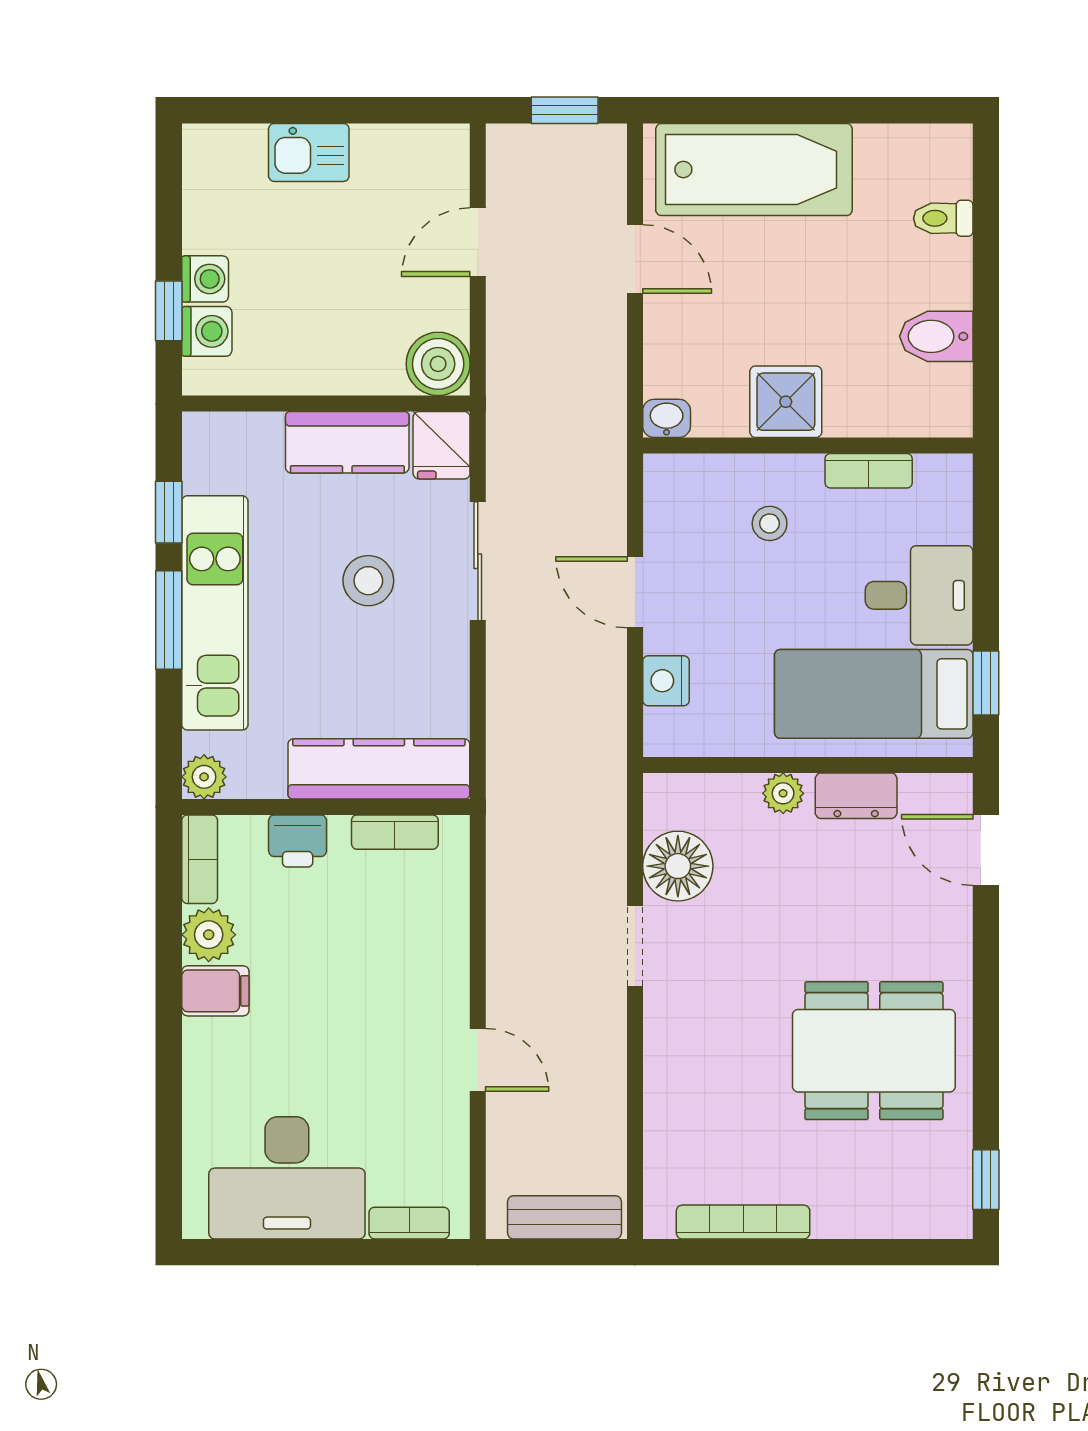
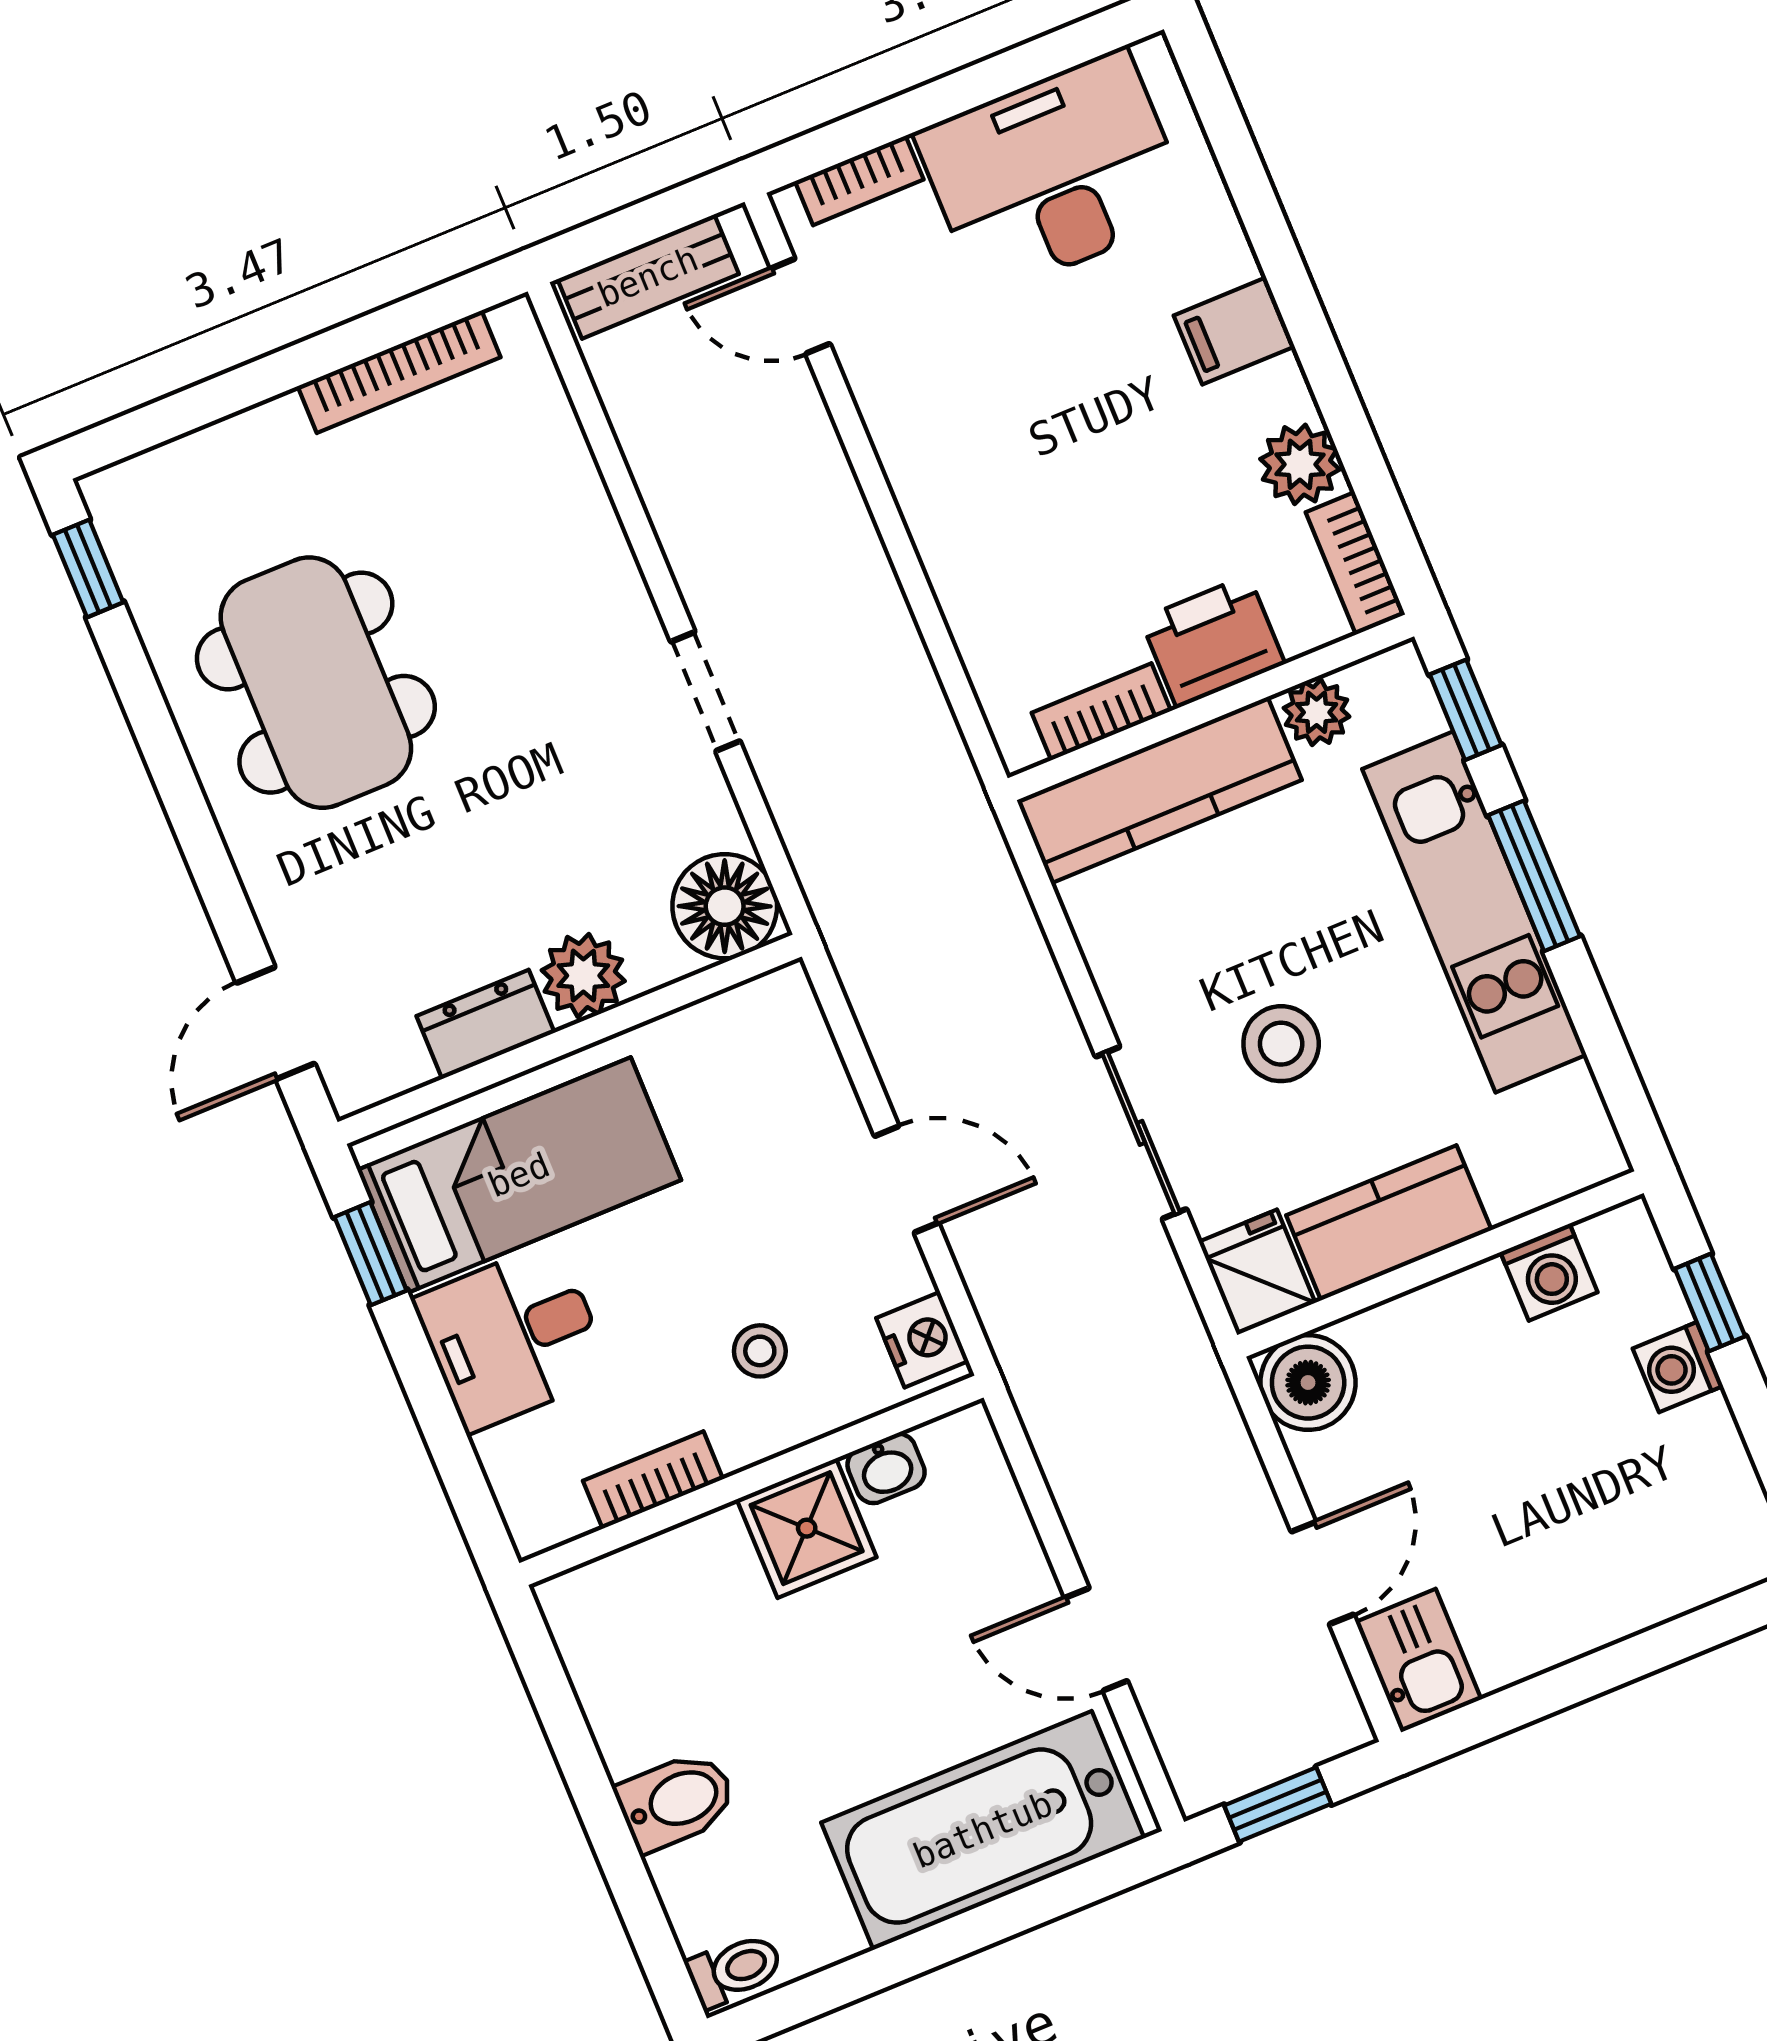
kitchen sink: (309, 152) -> (1418, 1661), moved, turned 90
toilet: (943, 218) -> (735, 1970), moved
washing machine: (207, 331) -> (1549, 1272), moved, turned -90
bidet: (936, 336) -> (676, 1801), moved
washbasin: (667, 418) -> (886, 1468), moved
window: (169, 512) -> (1466, 710), moved
nightstand: (666, 681) -> (922, 1340), moved
plant: (204, 777) -> (1317, 712), moved
plant: (783, 793) -> (583, 976), width x1.38, depth x1.38
printer: (298, 841) -> (1213, 641), width x1.36, depth x1.24
door: (986, 850) -> (276, 1023), swing flipped
floor lamp: (678, 866) -> (725, 906), moved
filing cabinet: (215, 991) -> (1234, 331), moved
dining table: (874, 1051) -> (316, 683), turned 90
door: (478, 1060) -> (800, 306), moved

